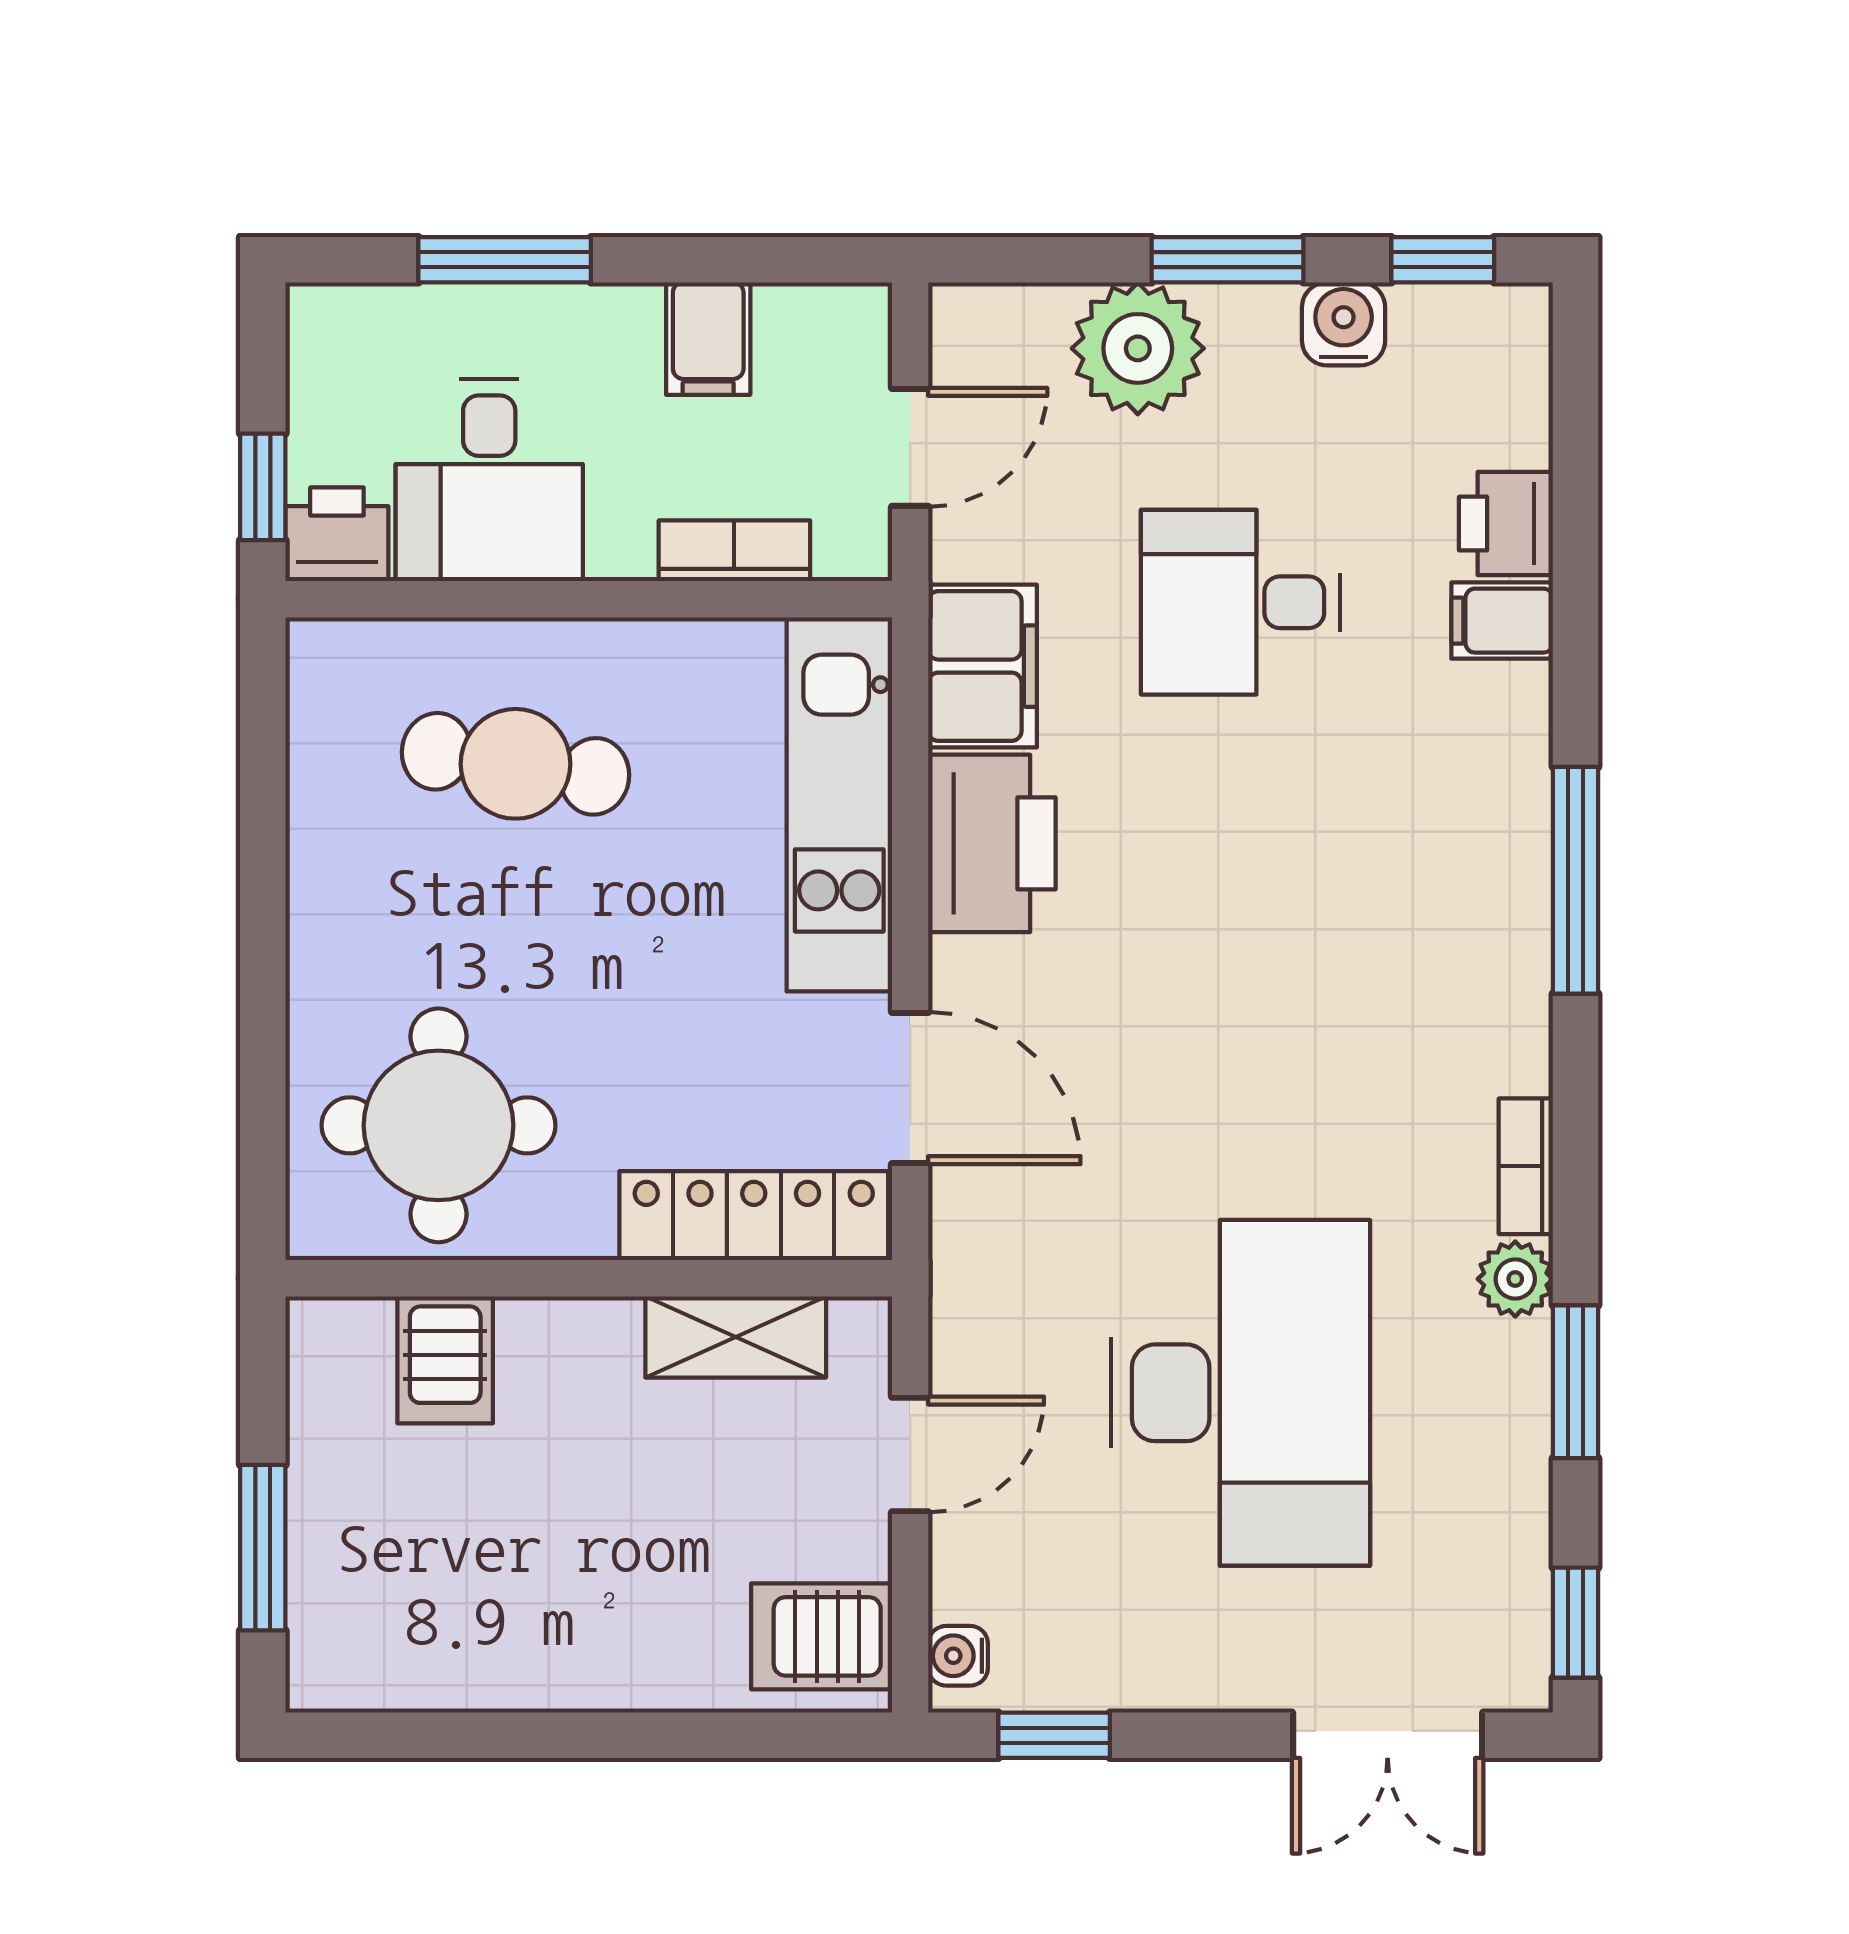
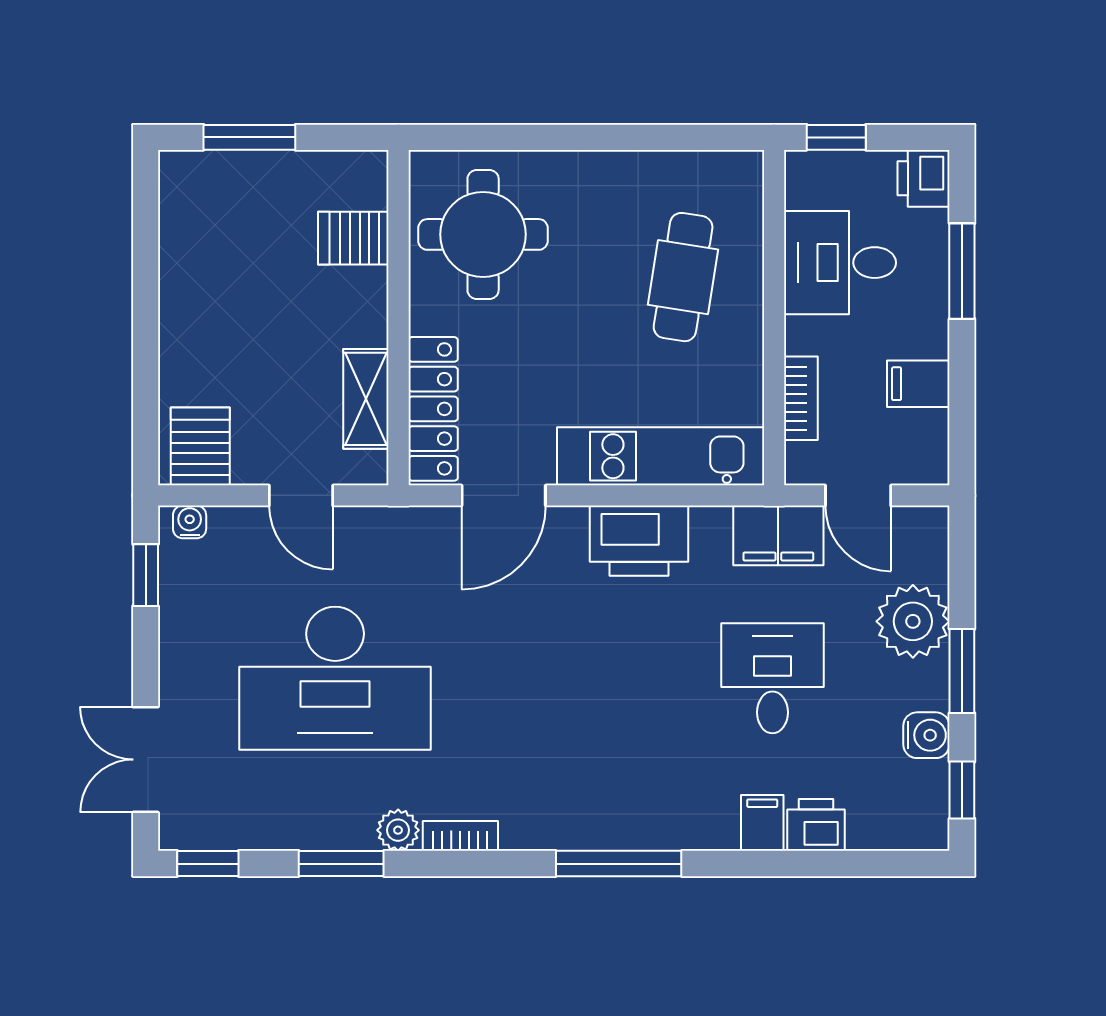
printer: (337, 534) -> (924, 178), moved, turned 180
filing cabinet: (983, 666) -> (778, 535), moved

